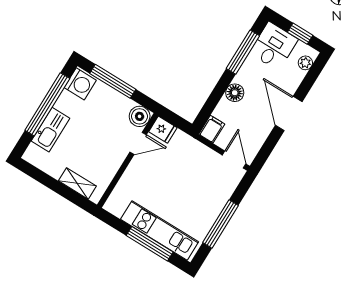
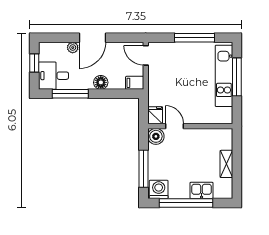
plant: (305, 63) -> (73, 48), moved
kitchen sink: (50, 130) -> (202, 190), width x0.73
door: (234, 159) -> (146, 55), hinge flipped
shelving: (77, 183) -> (226, 164), moved

